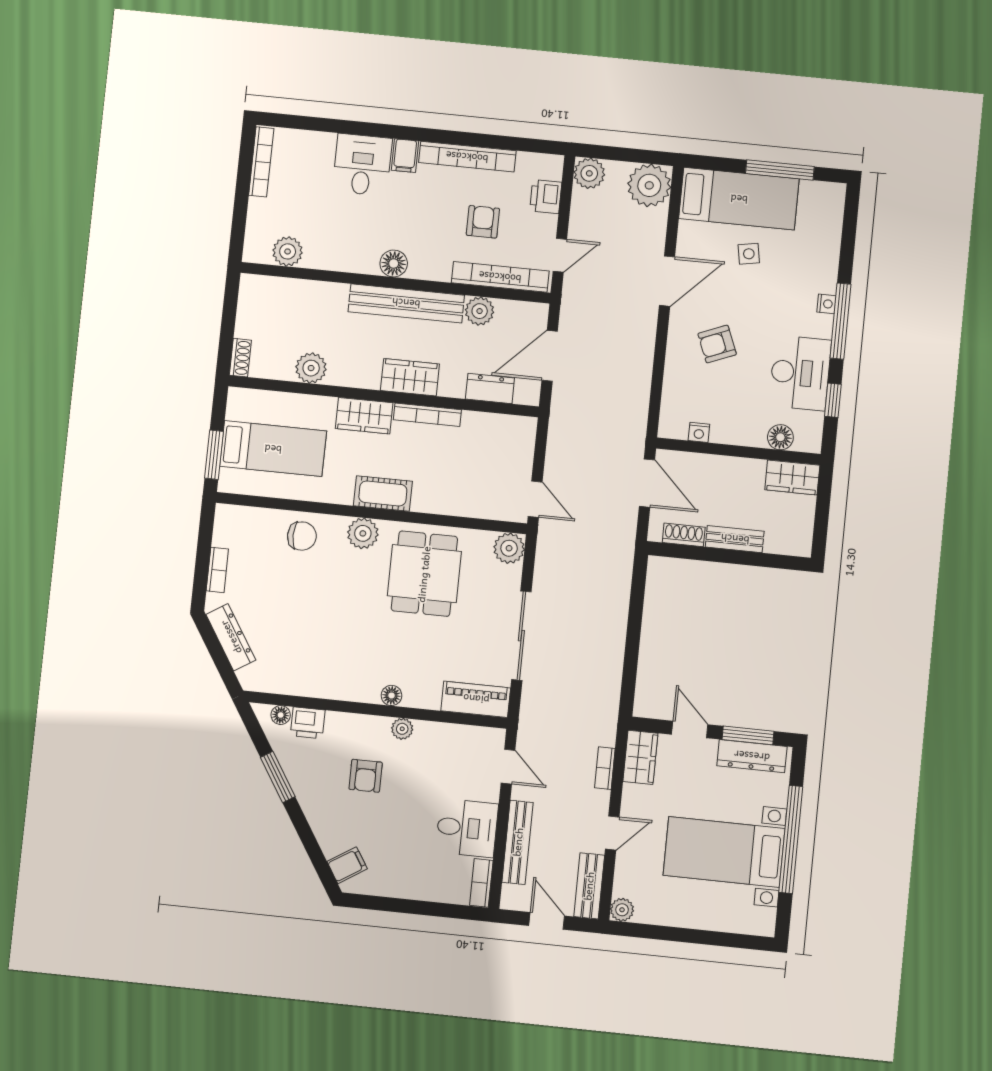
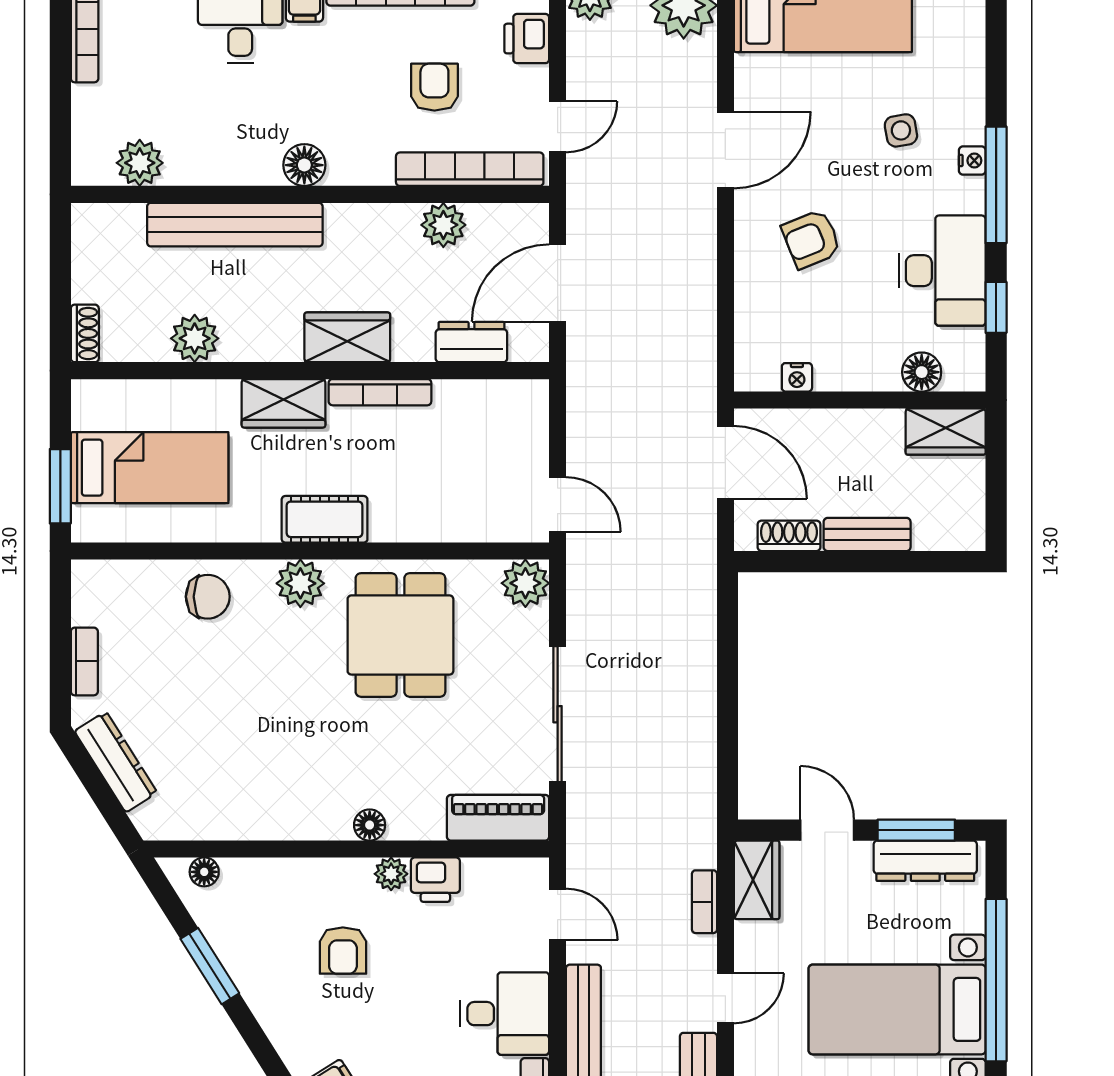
side table: (749, 254) -> (901, 130), moved
bench: (406, 303) -> (235, 225), moved
printer: (308, 723) -> (435, 880), moved

